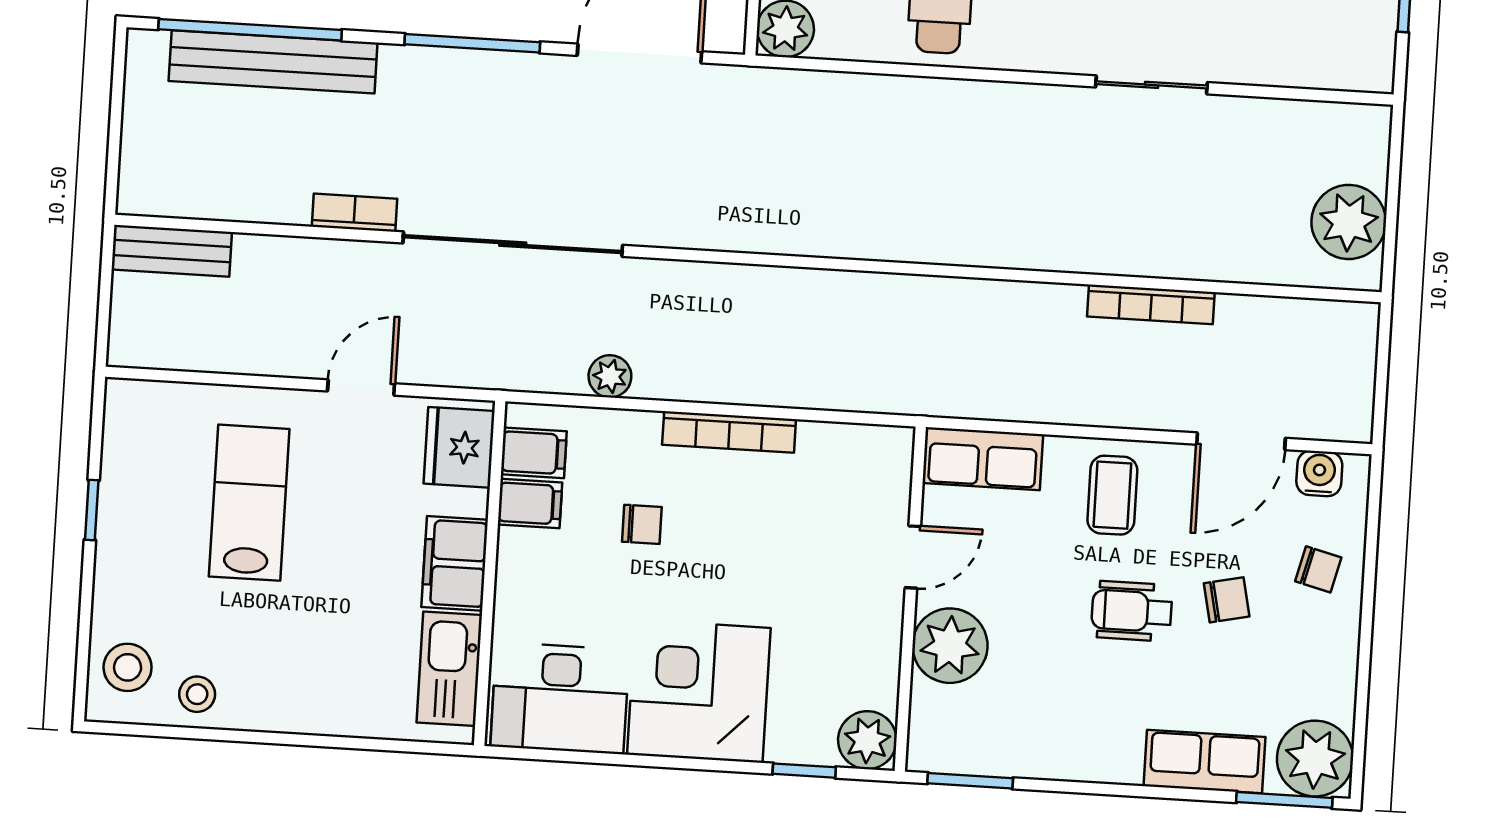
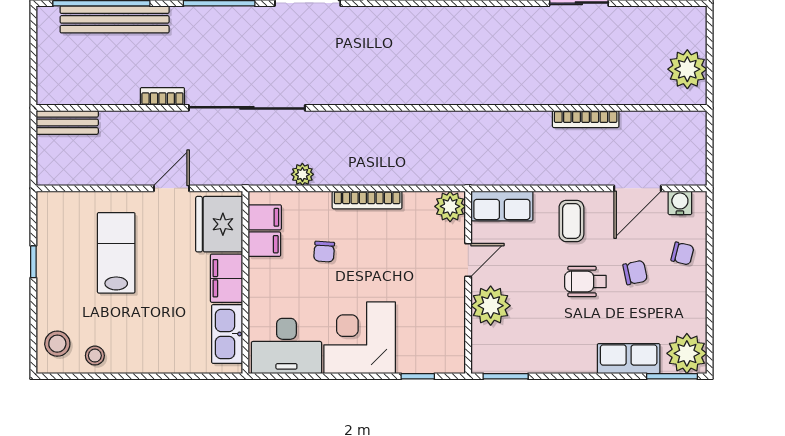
fridge: (459, 447) -> (219, 224), width x1.36, depth x1.34
chair: (642, 524) -> (324, 252), turned 94
plant: (867, 740) -> (450, 206), moved

